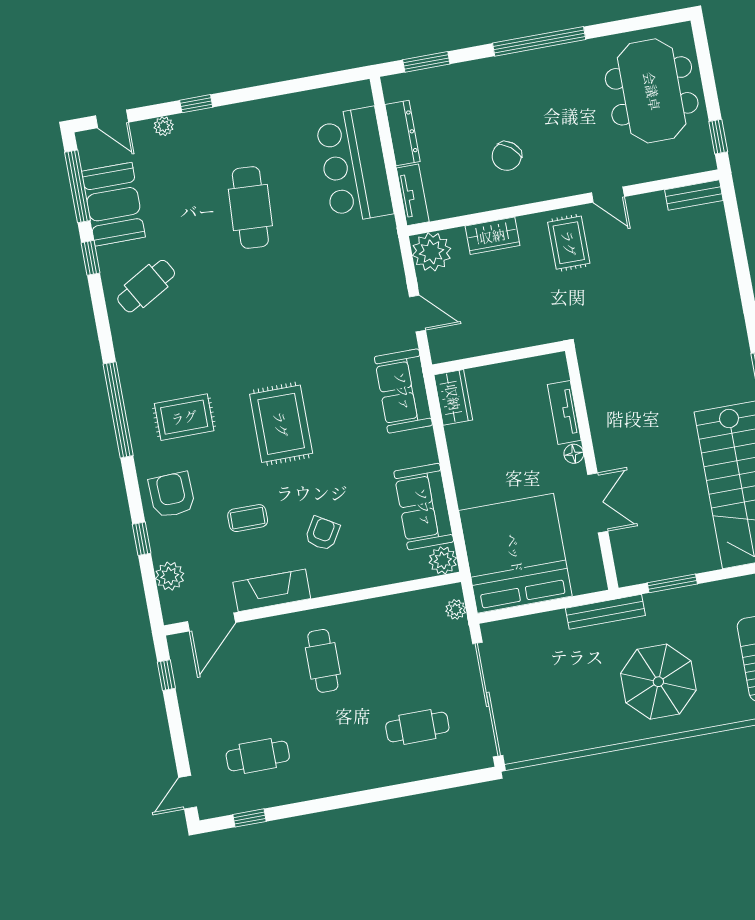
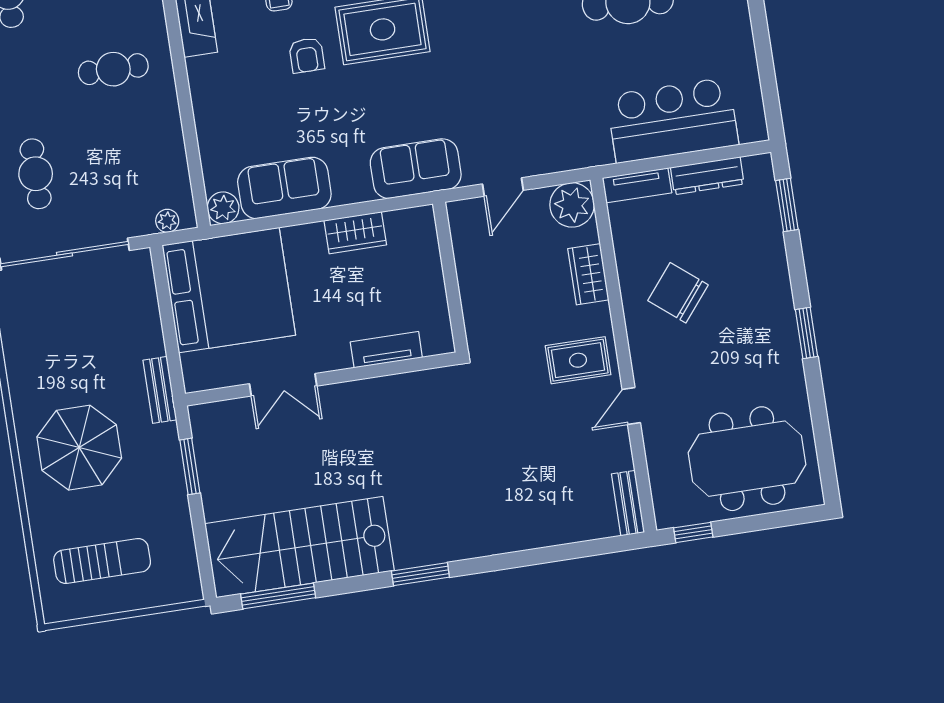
window: (539, 41) -> (807, 333), width x0.47
chair: (507, 156) -> (678, 293), width x1.37, depth x1.37
wardrobe: (453, 397) -> (355, 233), moved
floor lamp: (574, 454) -> (339, 359), removed
armchair: (322, 533) -> (307, 55), moved, turned 59
bench: (605, 612) -> (160, 390), width x0.73

